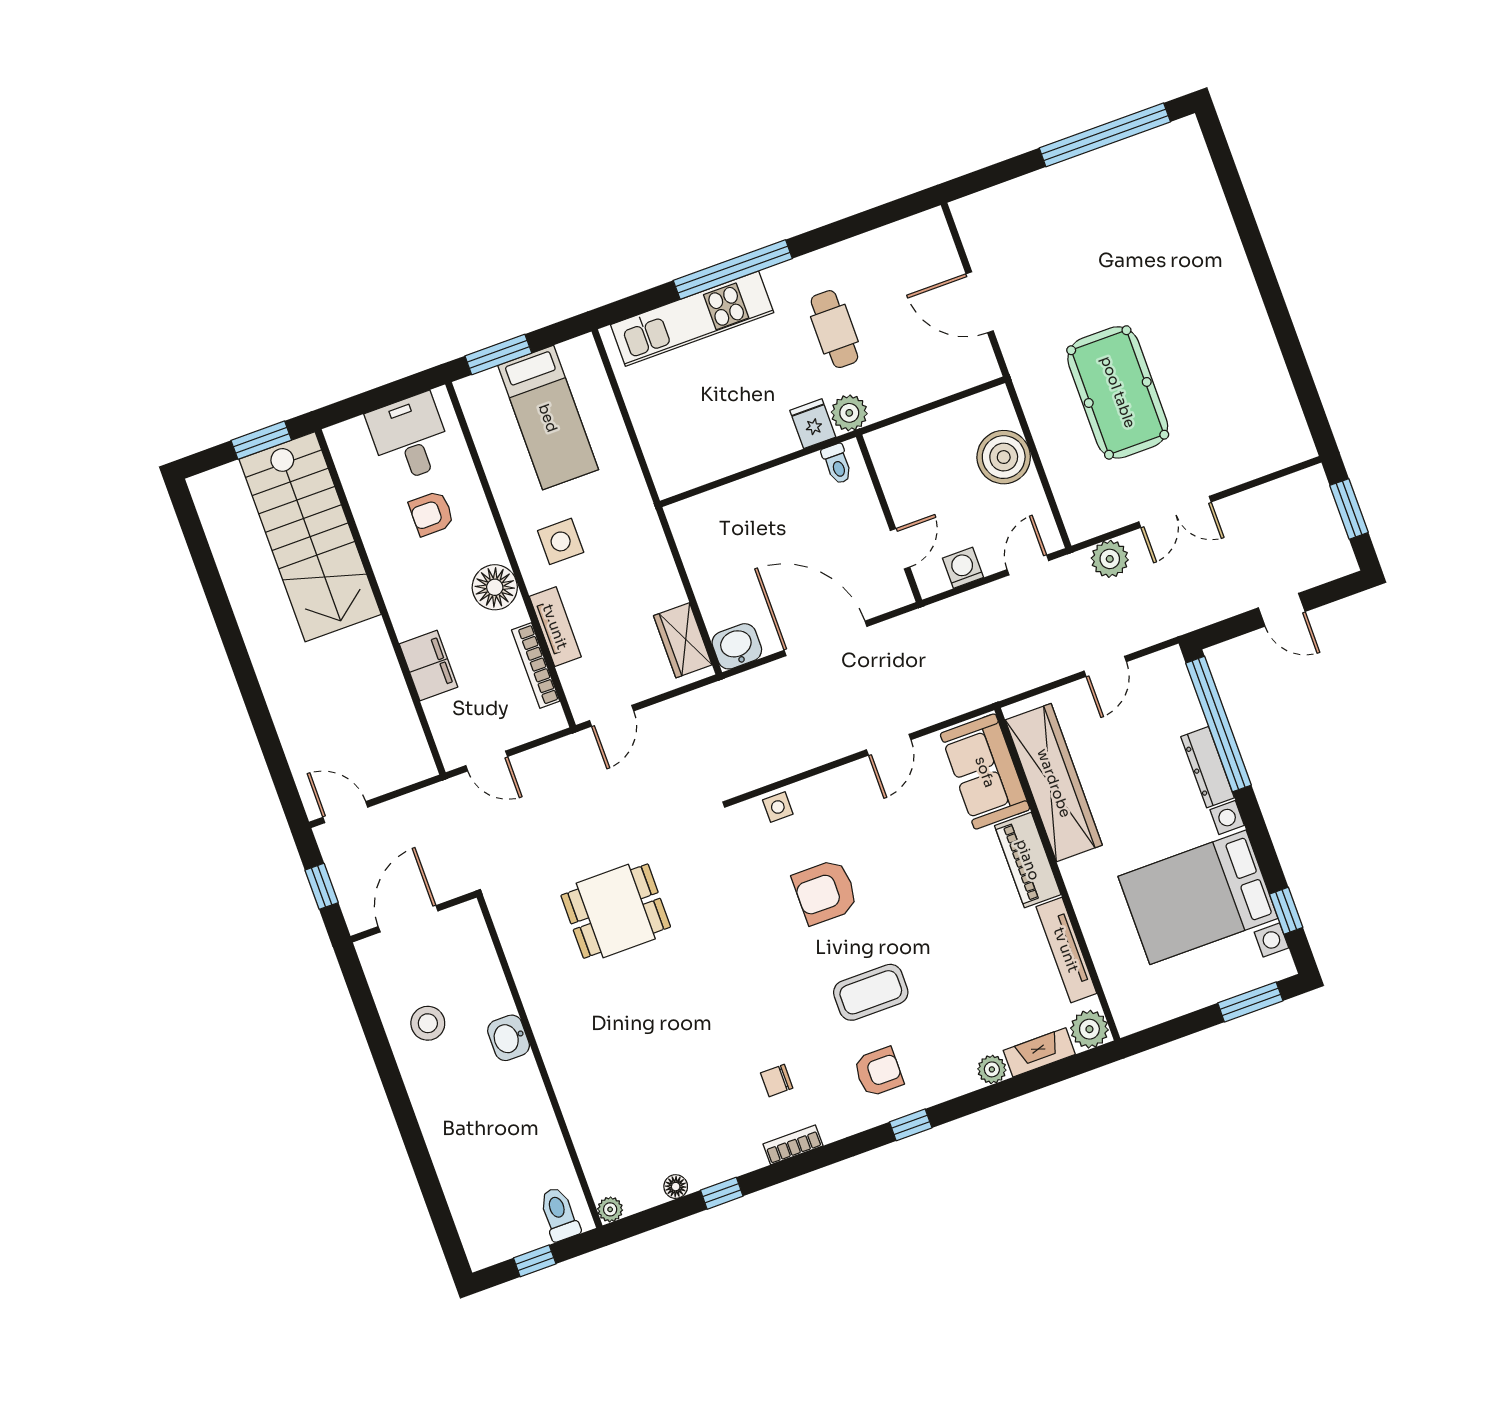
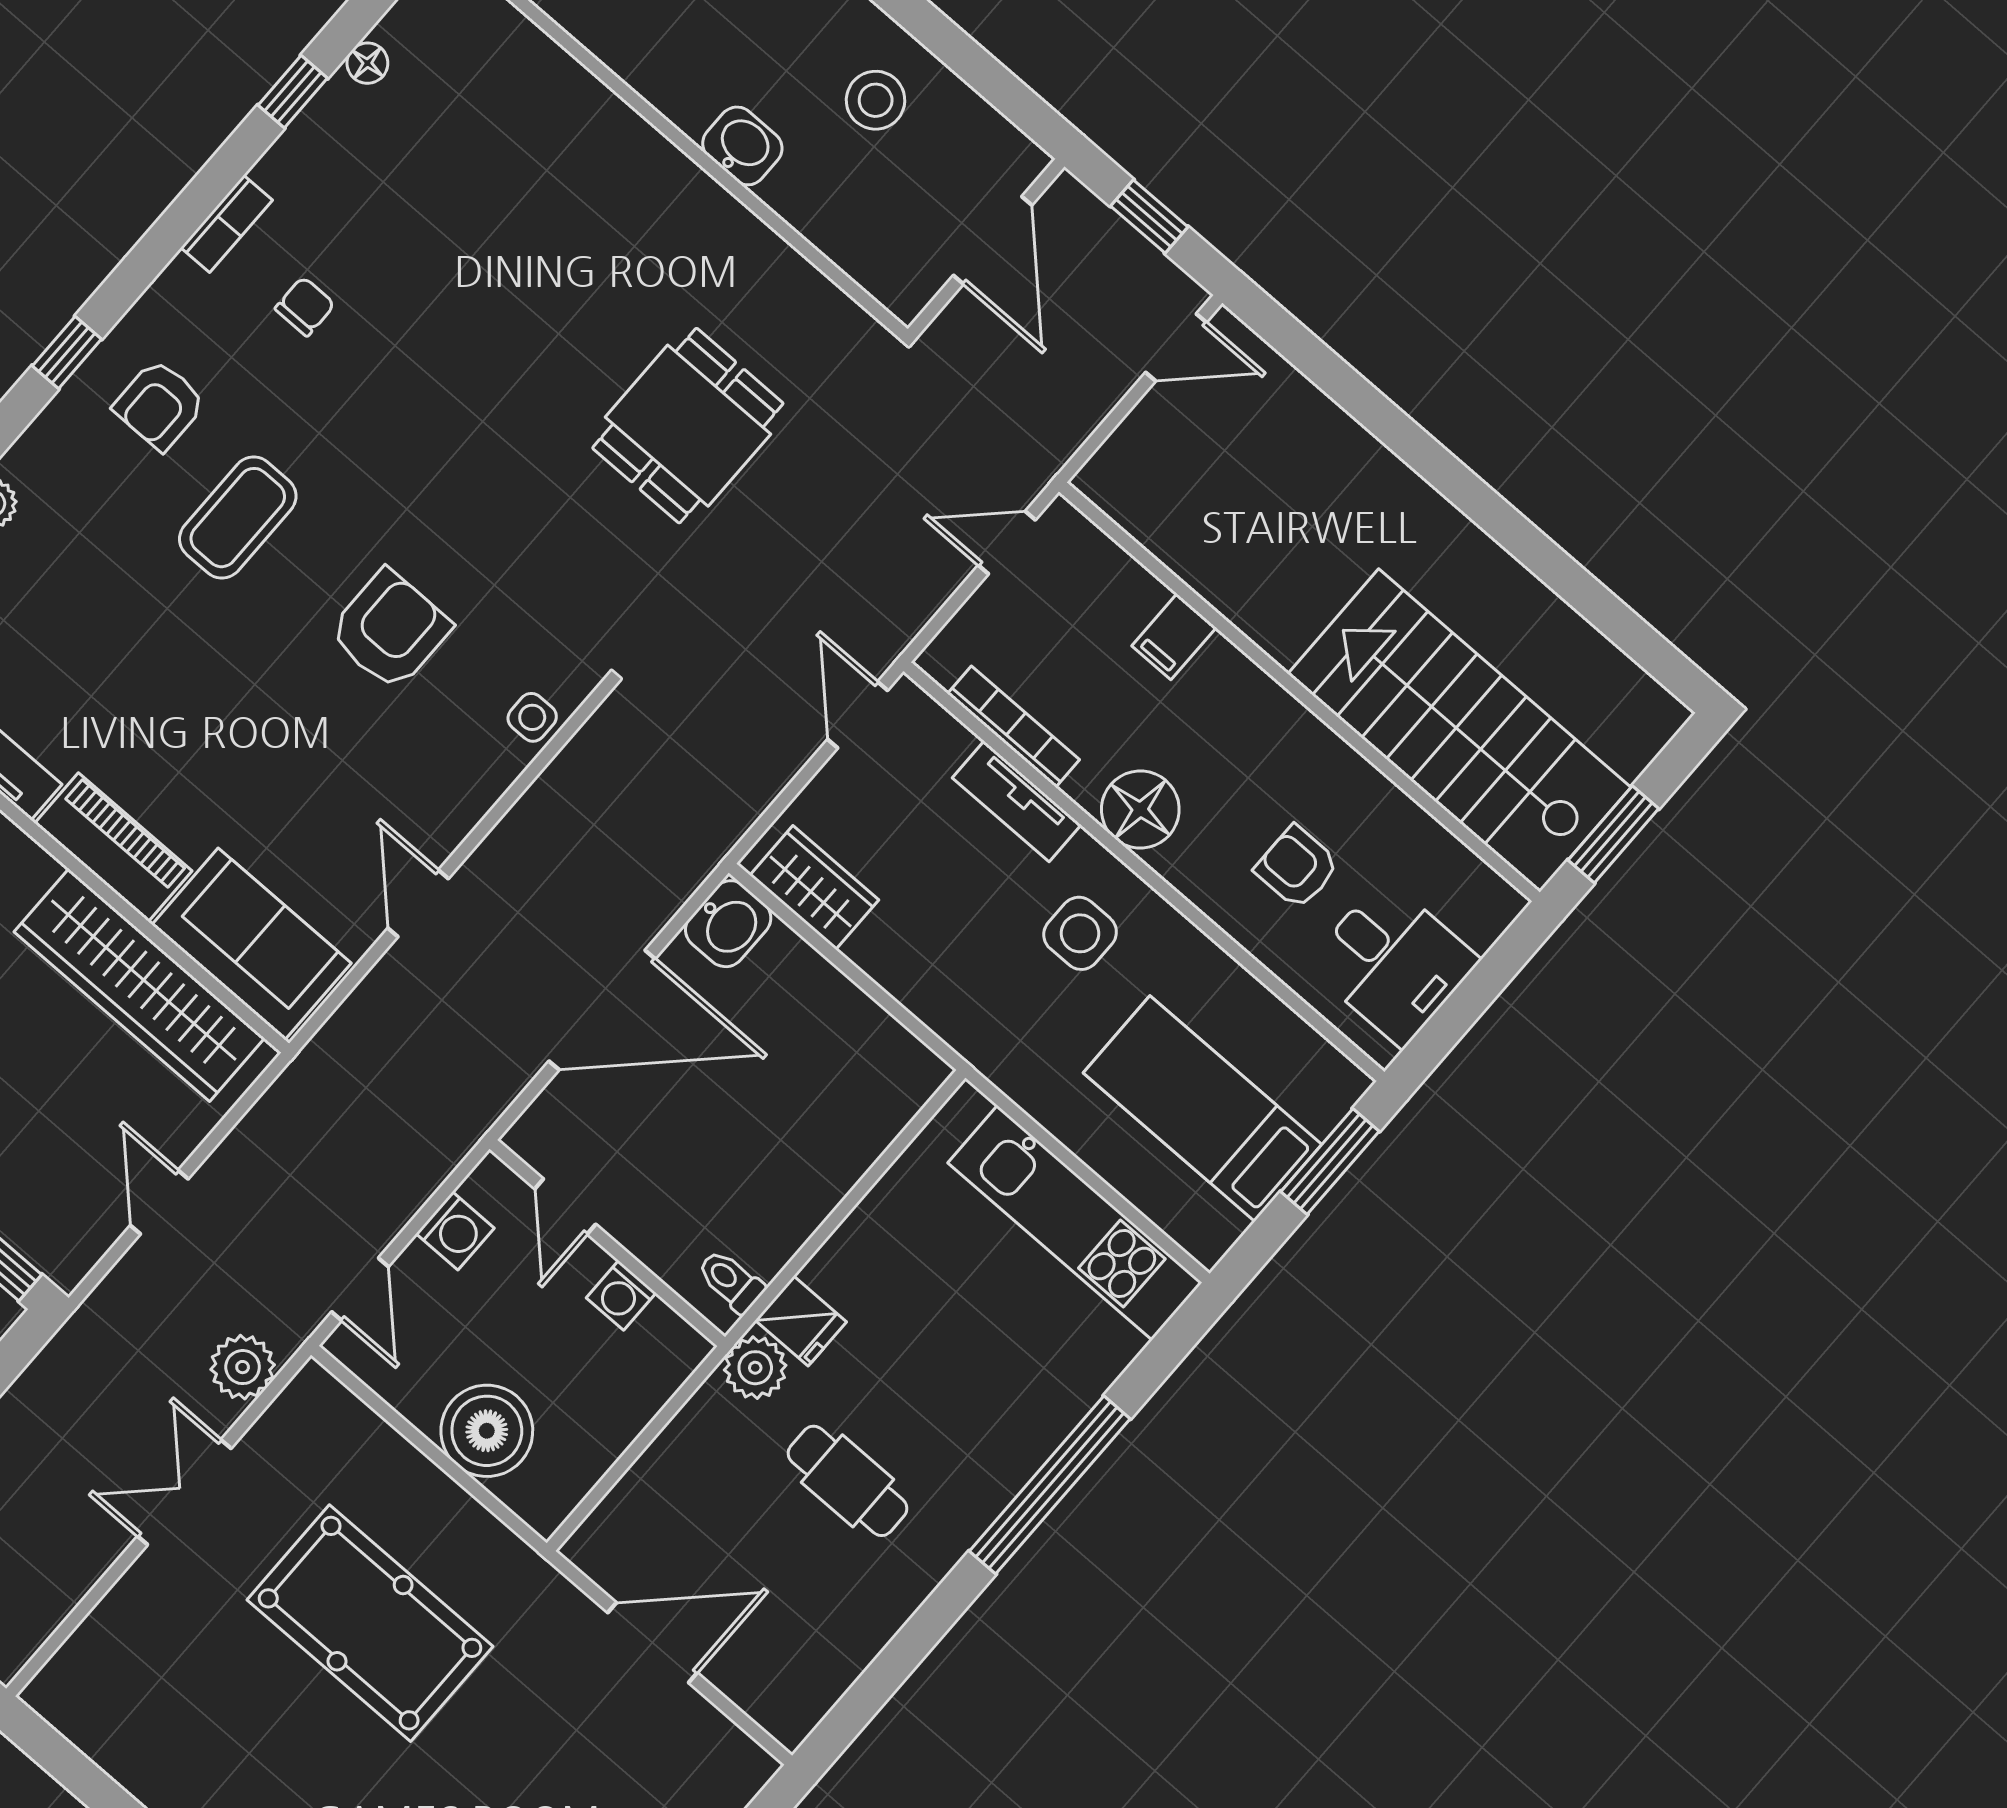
kitchen unit: (692, 319) -> (1075, 1223), moved, turned -90
washing machine: (897, 488) -> (621, 1295), added
armchair: (431, 513) -> (1297, 867), turned -90
filing cabinet: (429, 666) -> (1174, 637), width x0.50

